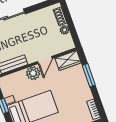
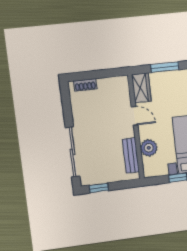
plant: (65, 30) -> (103, 83), removed
plant: (33, 73) -> (149, 148), moved

